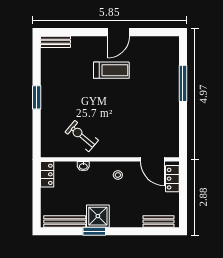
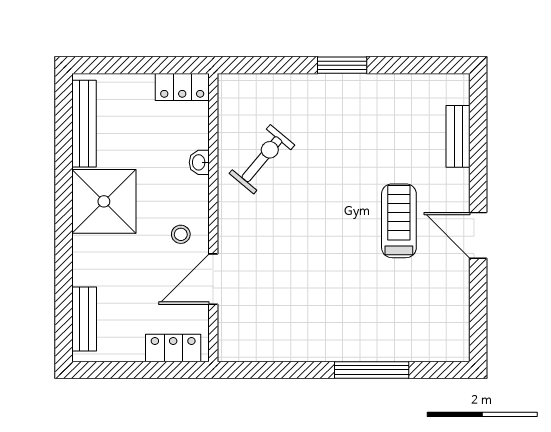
bench: (55, 42) -> (458, 136), moved
treadmill: (111, 70) -> (399, 221), turned 180
door: (153, 159) -> (213, 279), moved
shower: (98, 216) -> (104, 201), width x1.37, depth x1.37
window: (94, 231) -> (64, 185), removed

